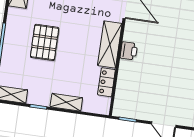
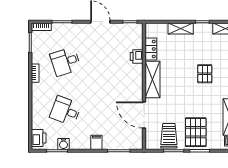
pallet: (45, 42) -> (205, 74), width x0.67, depth x0.71
printer: (129, 51) -> (137, 57), moved

